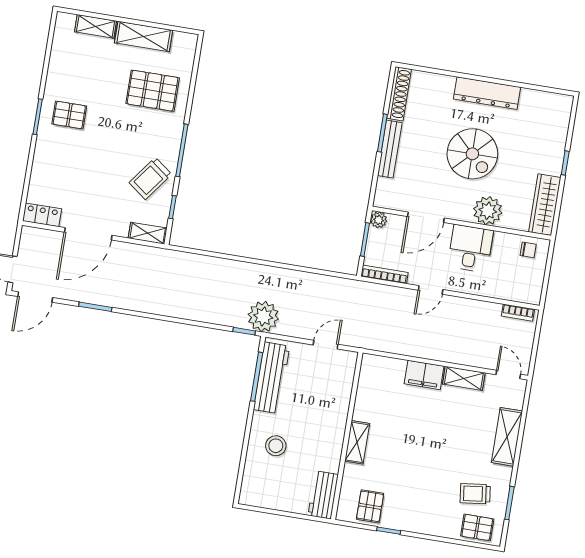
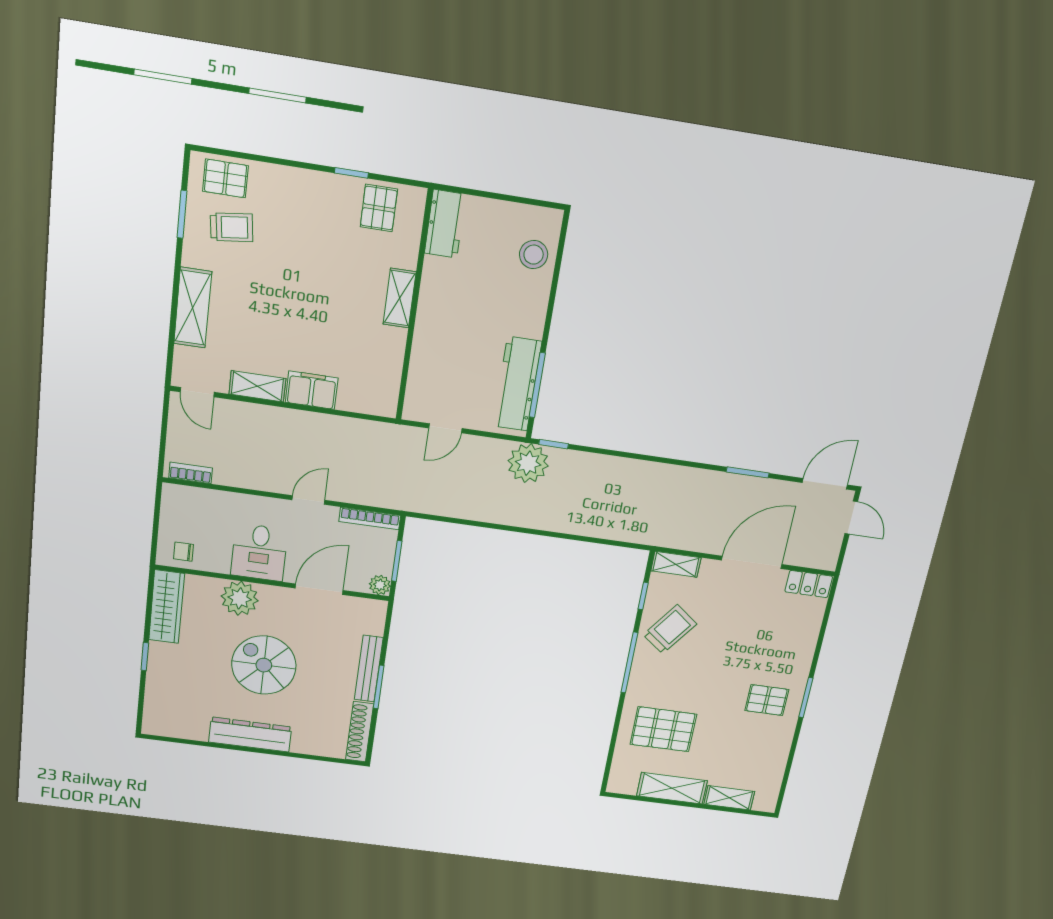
stool: (276, 446) -> (534, 255), moved

